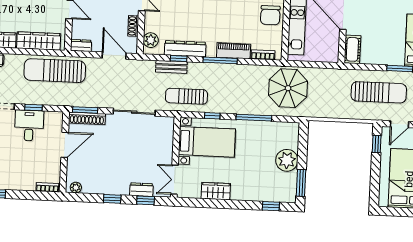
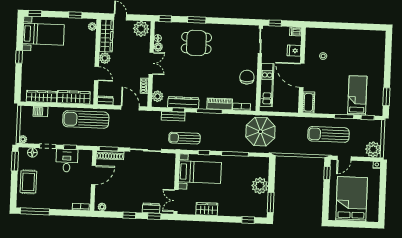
chair: (270, 15) -> (247, 77), turned 180
sun lounger: (379, 92) -> (328, 134), turned 180

